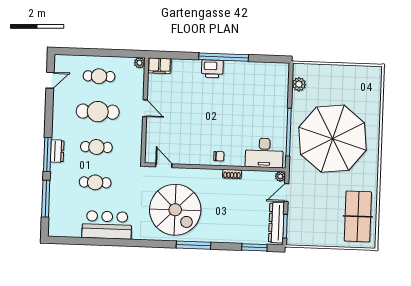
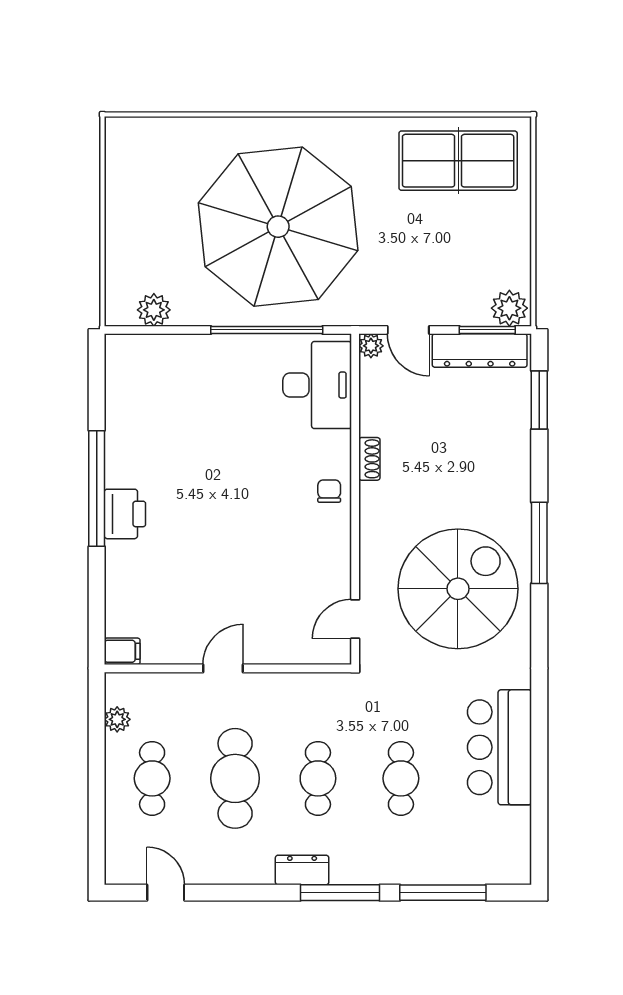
plant: (140, 63) -> (117, 719), moved
filing cabinet: (159, 66) -> (122, 651), width x0.50
dresser: (57, 151) -> (302, 870), moved
plant: (294, 236) -> (509, 308), added

